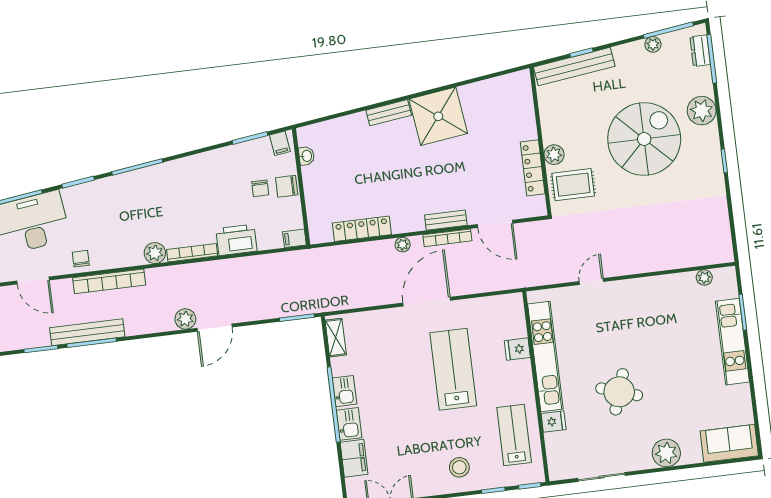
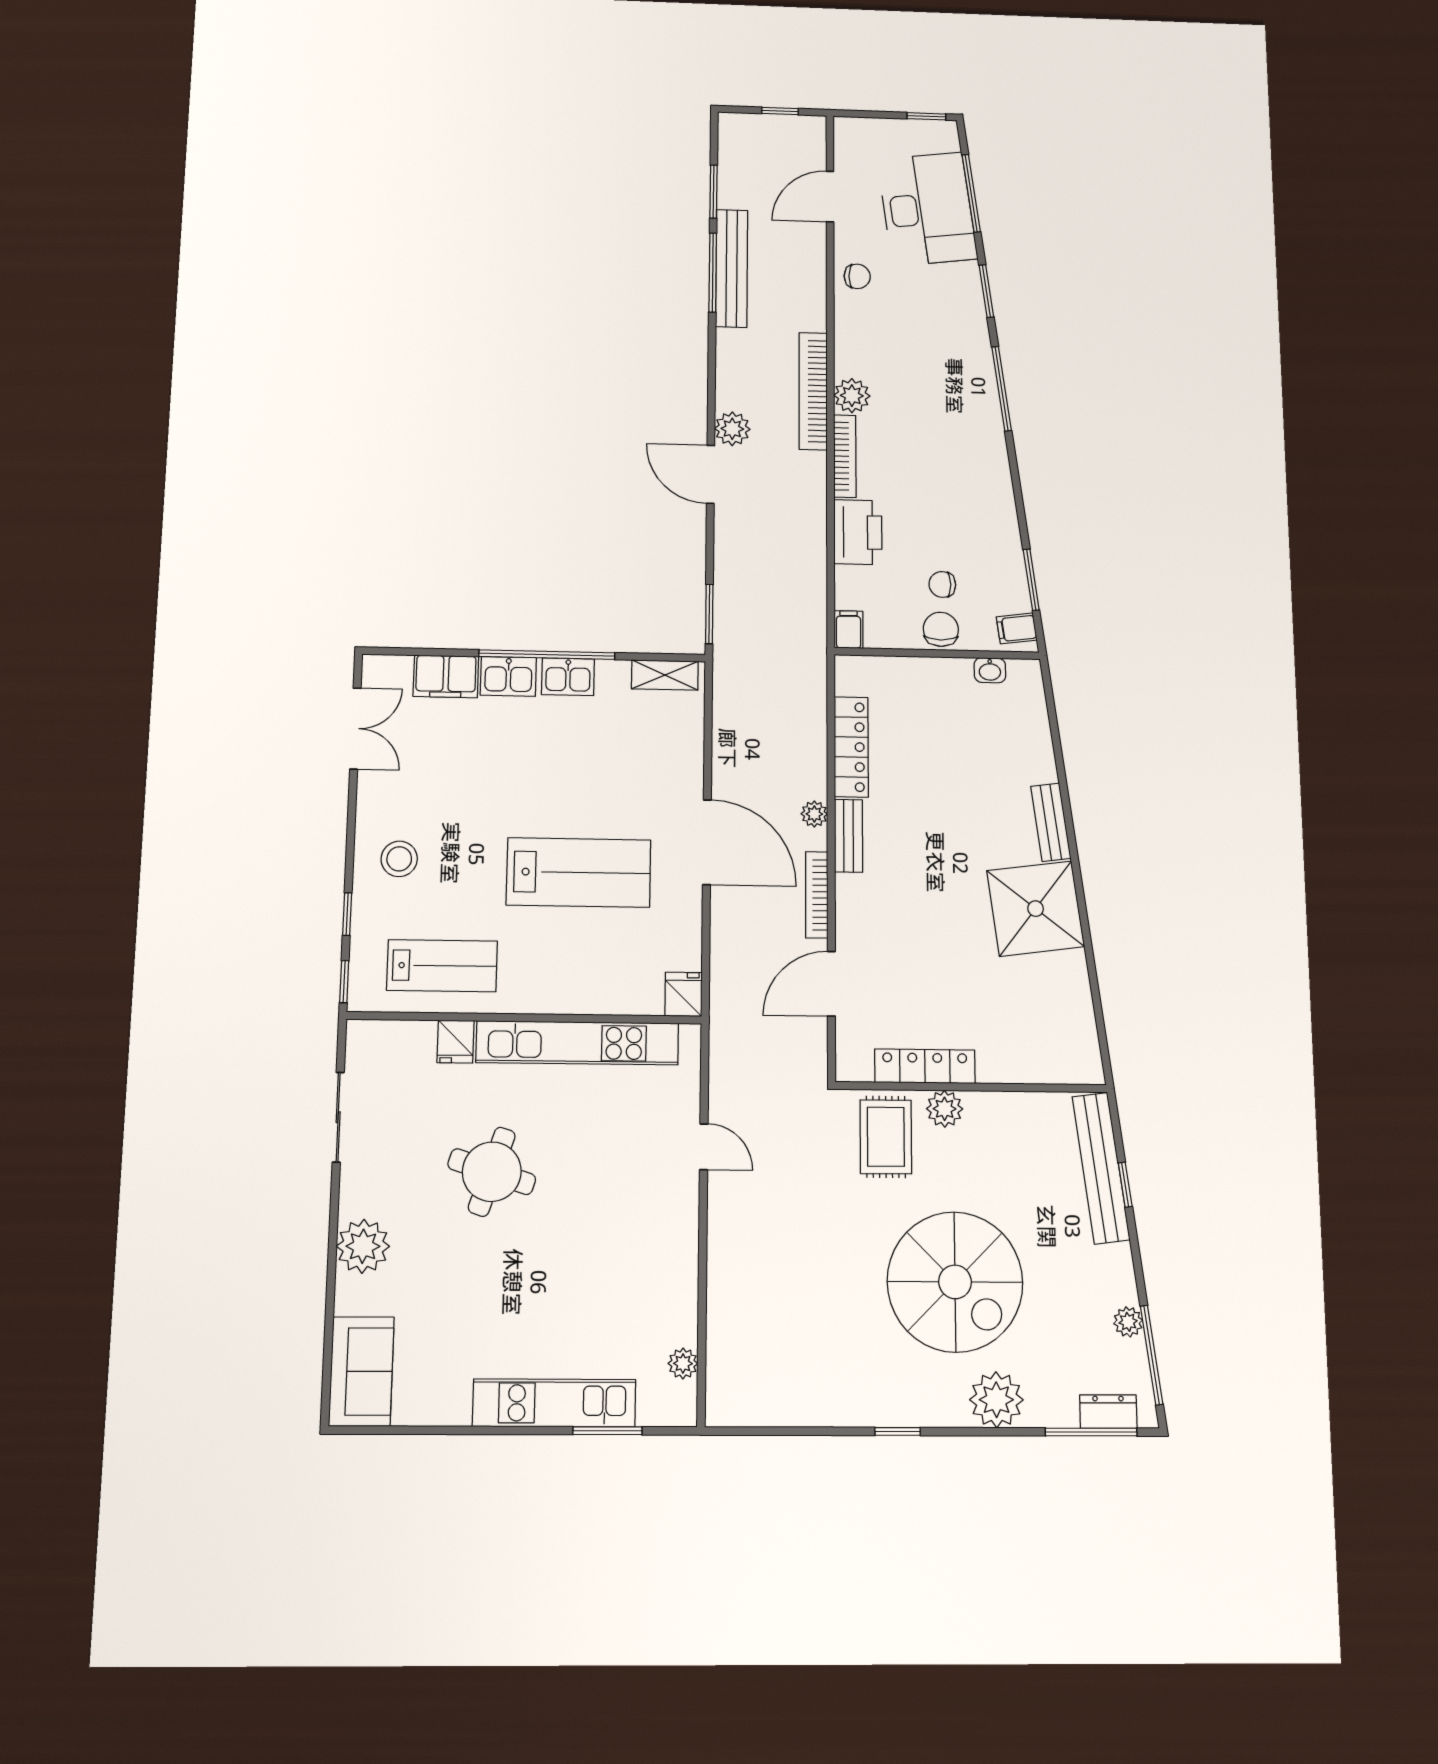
bench: (446, 220) -> (849, 836), moved
bookcase: (109, 281) -> (813, 391), moved
fridge: (517, 349) -> (684, 994), moved

